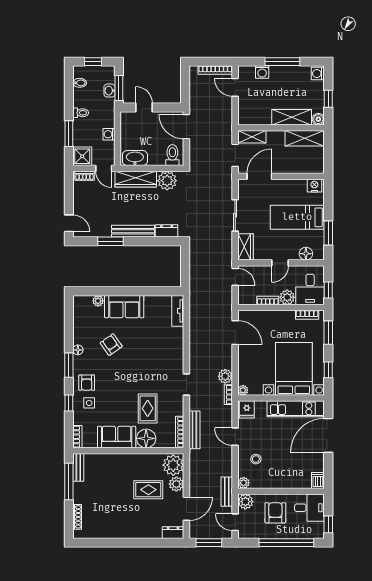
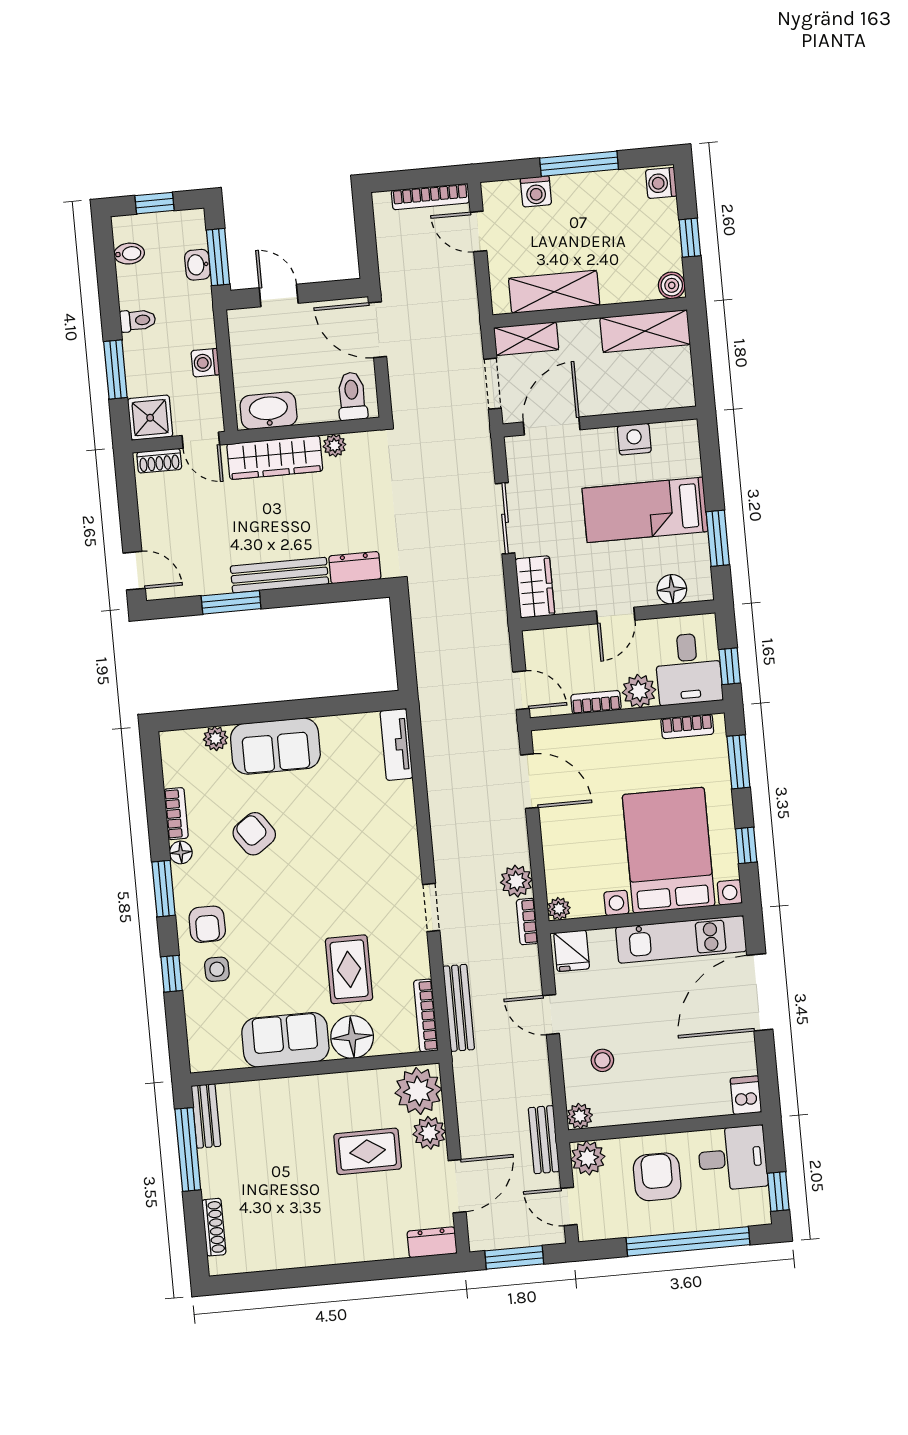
shelving: (292, 117) -> (554, 292), moved
plant: (167, 181) -> (334, 445), width x0.53, depth x0.53
nightstand: (314, 186) -> (634, 439), moved
door: (235, 277) -> (521, 690), moved
bookcase: (77, 437) -> (176, 814), moved

